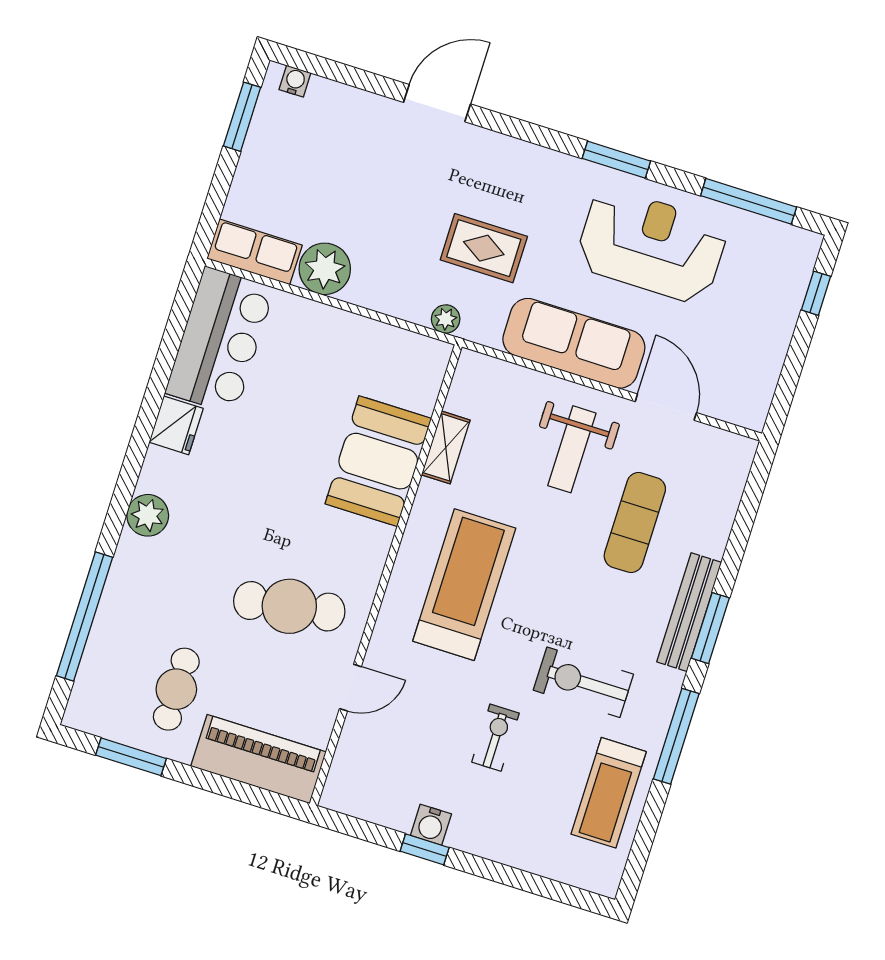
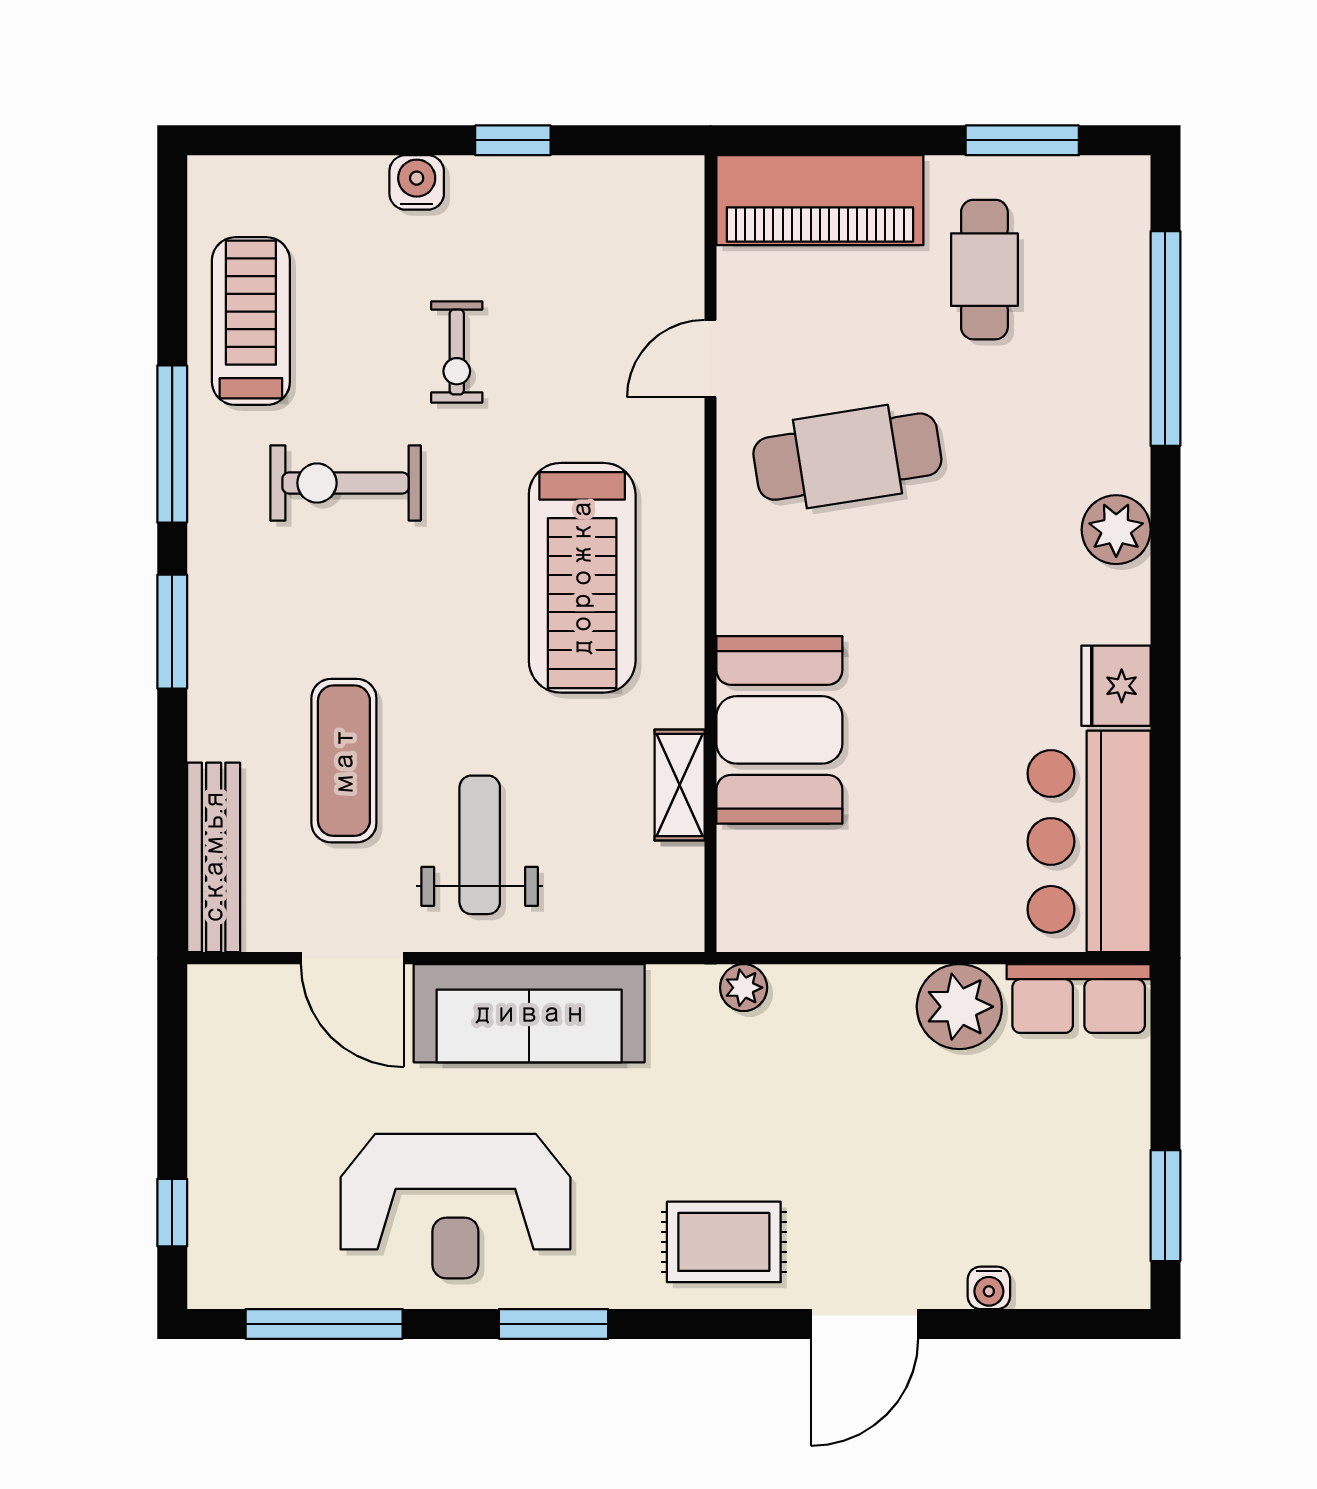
water cooler: (295, 81) -> (989, 1288), moved
rug: (484, 248) -> (724, 1242), moved
bench: (689, 612) -> (214, 857), moved
exercise bike: (583, 682) -> (346, 483), turned 180
water cooler: (431, 825) -> (417, 182), moved

